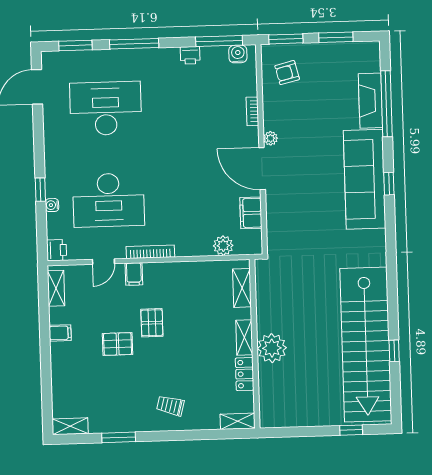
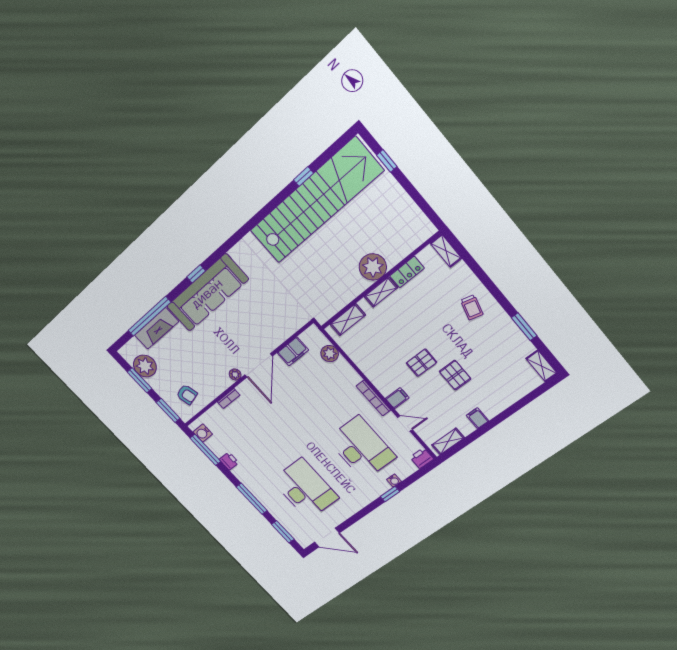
plant: (345, 56) -> (145, 366), added
desk: (106, 108) -> (305, 489), turned 180

